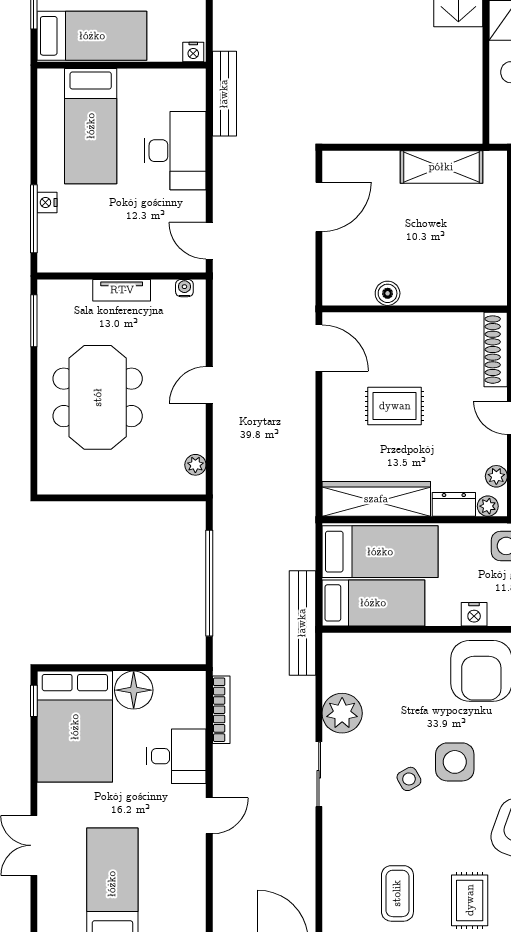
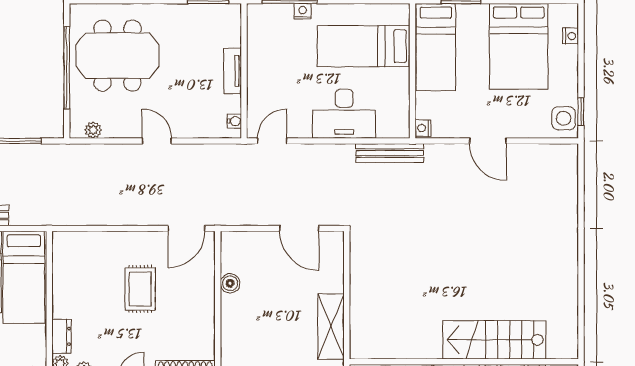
meeting table: (98, 397) -> (117, 56), moved
window: (118, 498) -> (67, 68), added
wardrobe: (376, 499) -> (66, 274), removed

